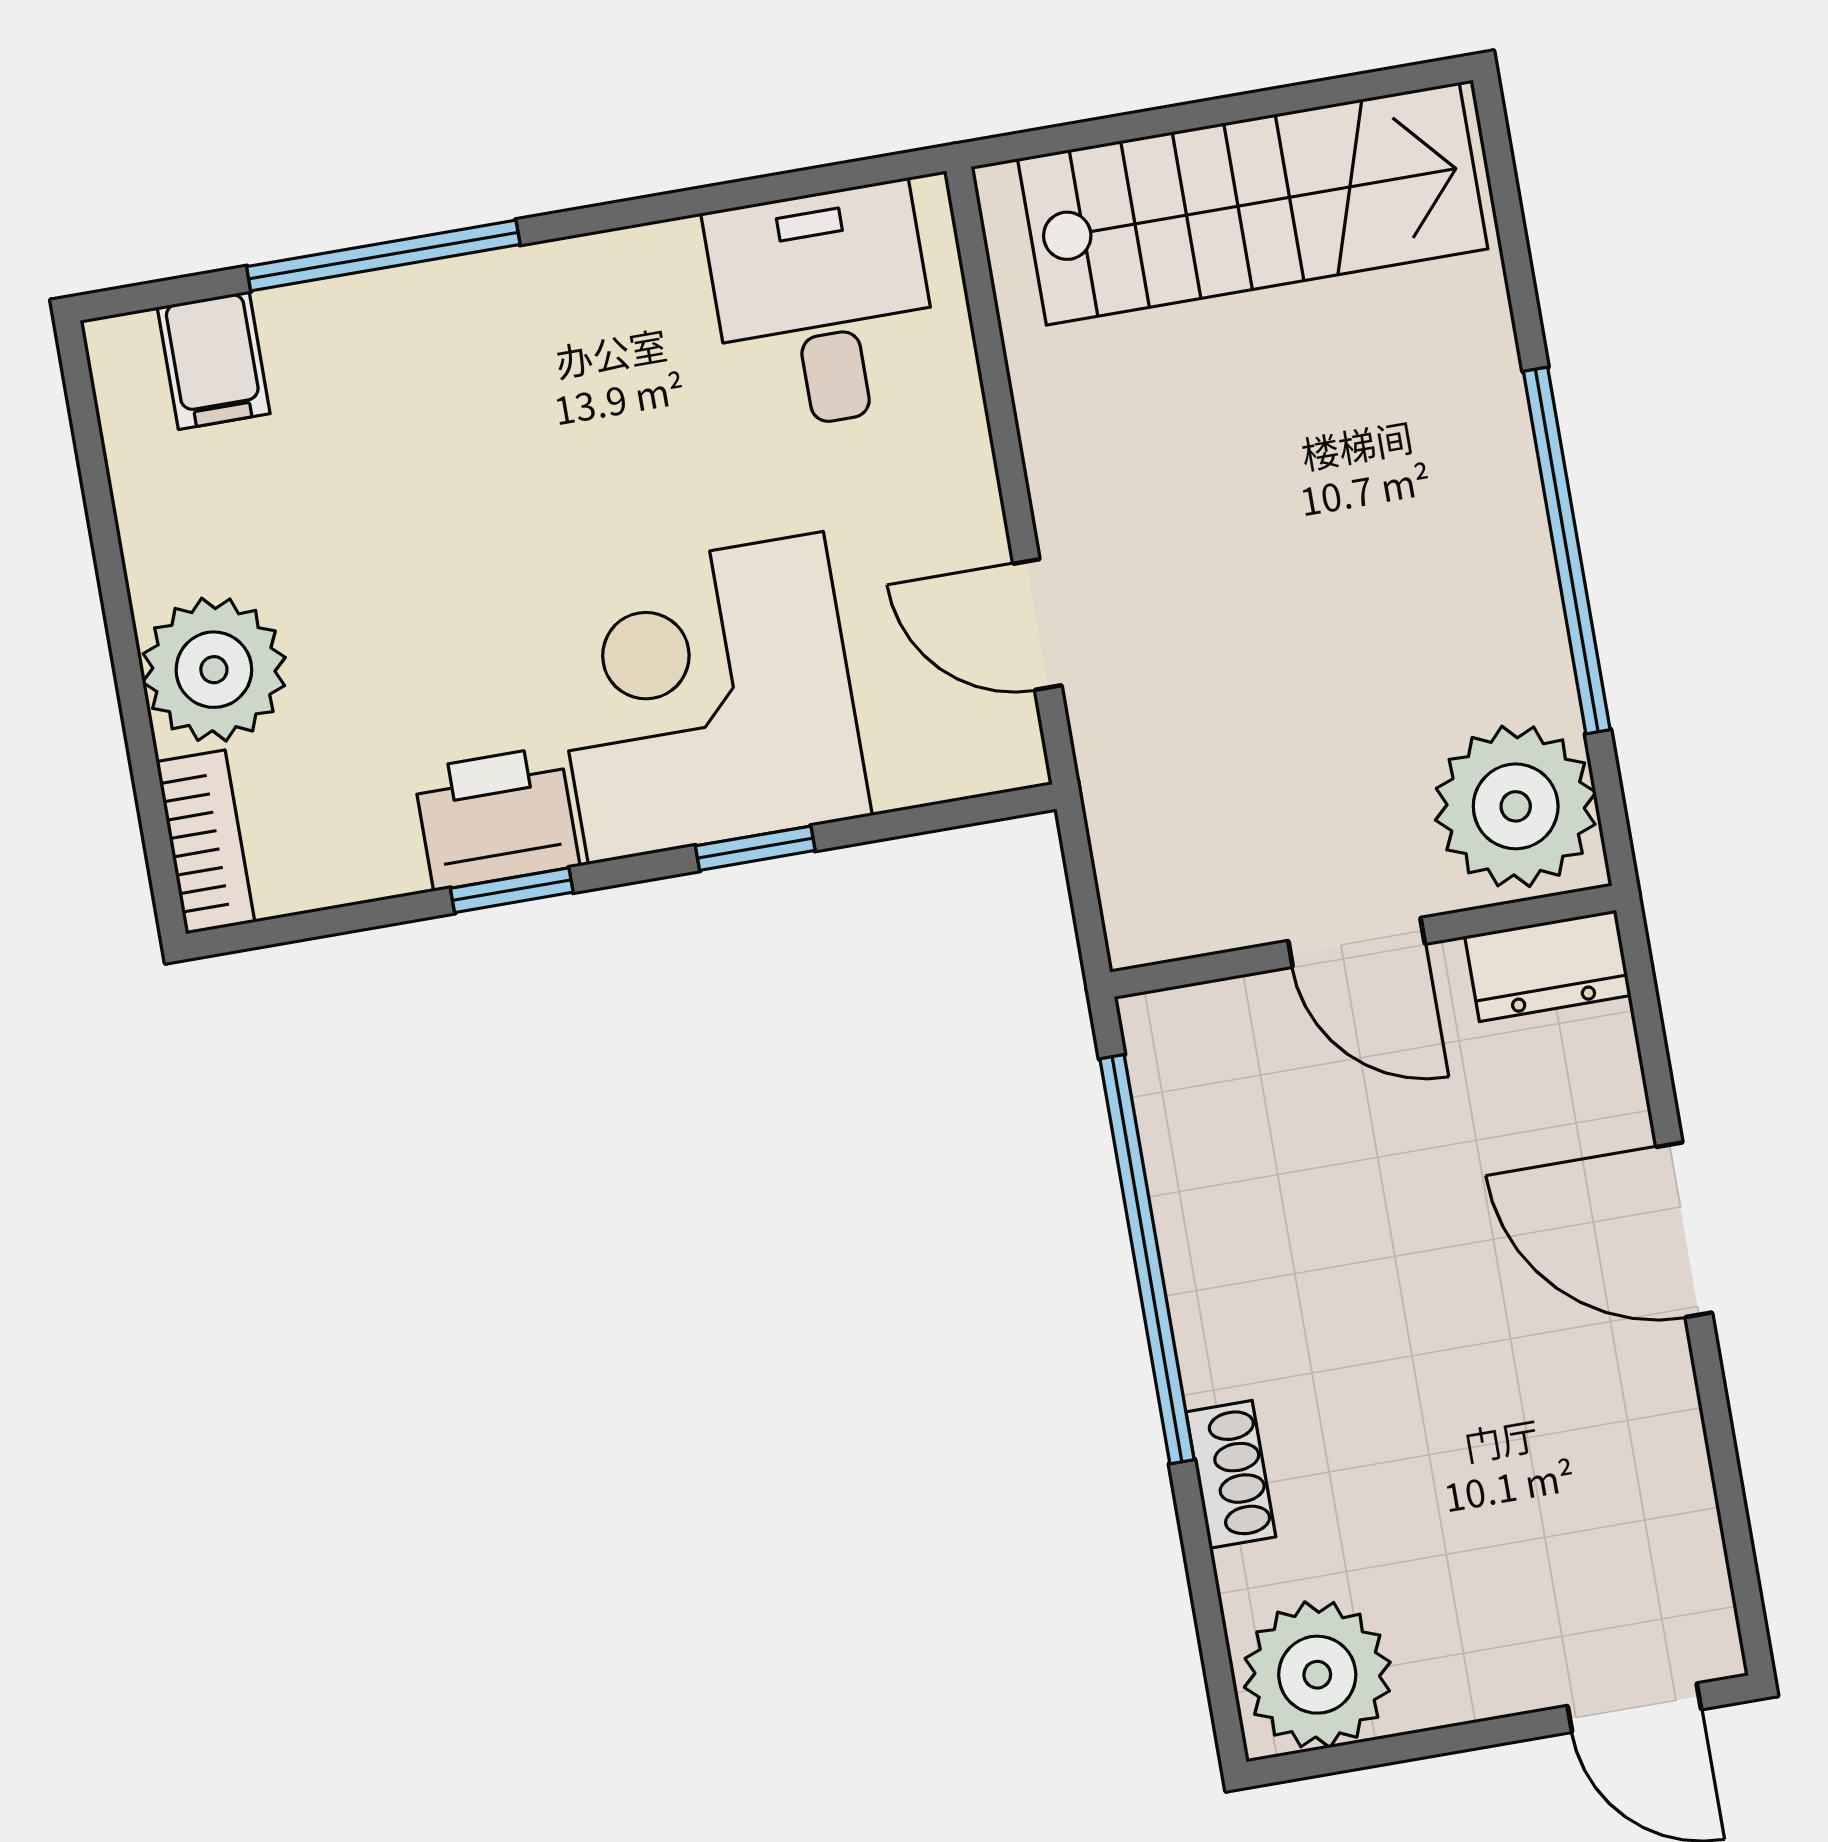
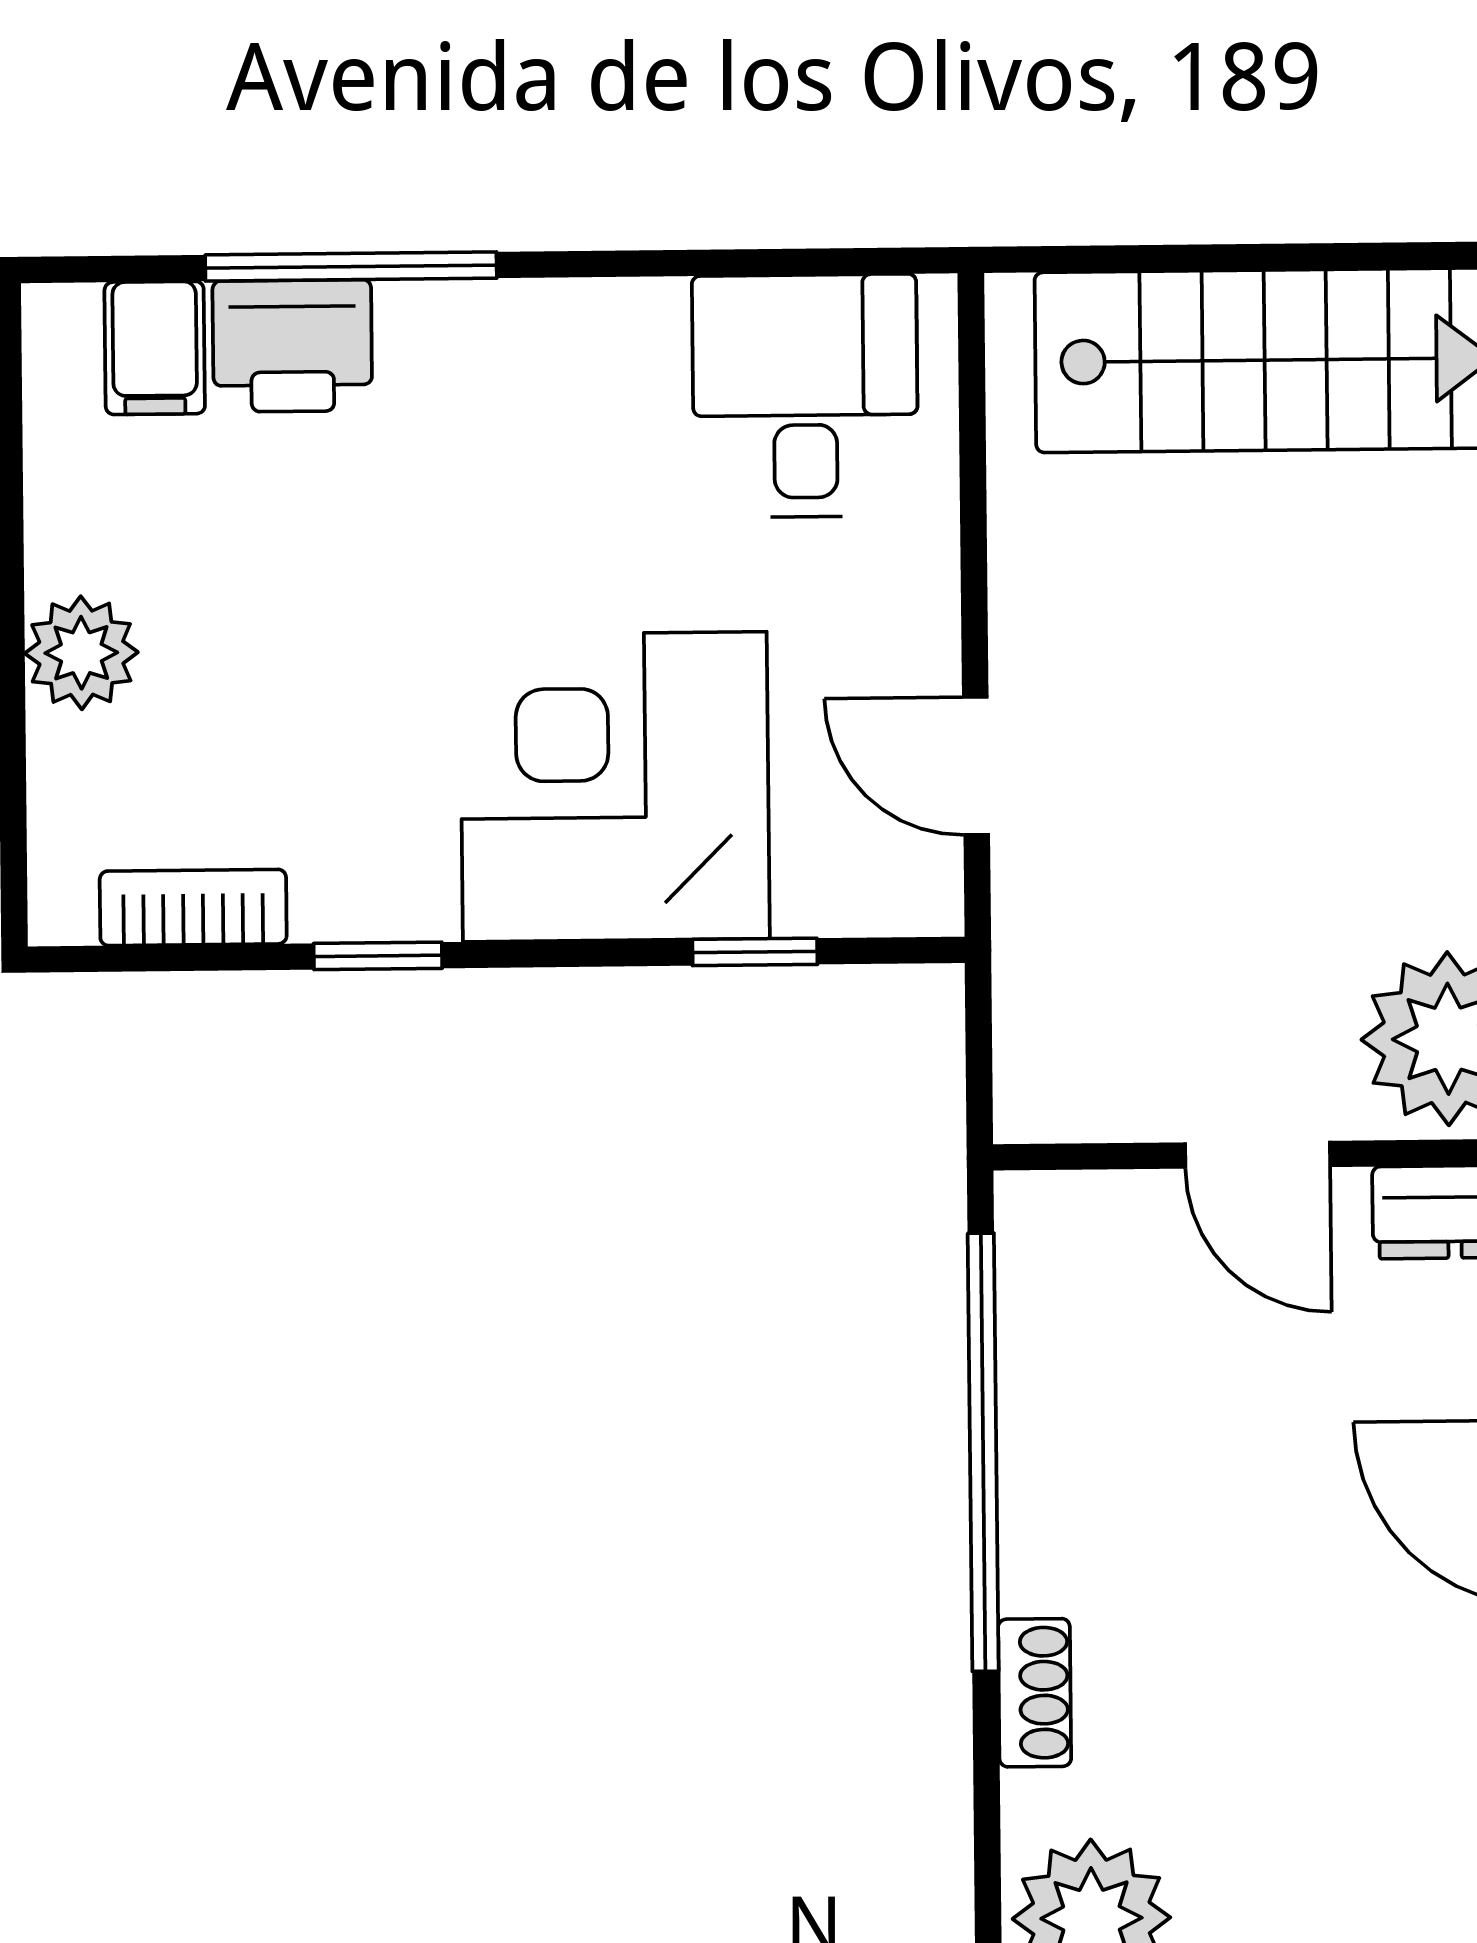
plant: (214, 670) -> (81, 653), width x0.73, depth x0.73
printer: (496, 818) -> (292, 346), moved, turned 180
bookcase: (205, 842) -> (193, 907), moved, turned -90
window: (755, 848) -> (755, 952), moved

